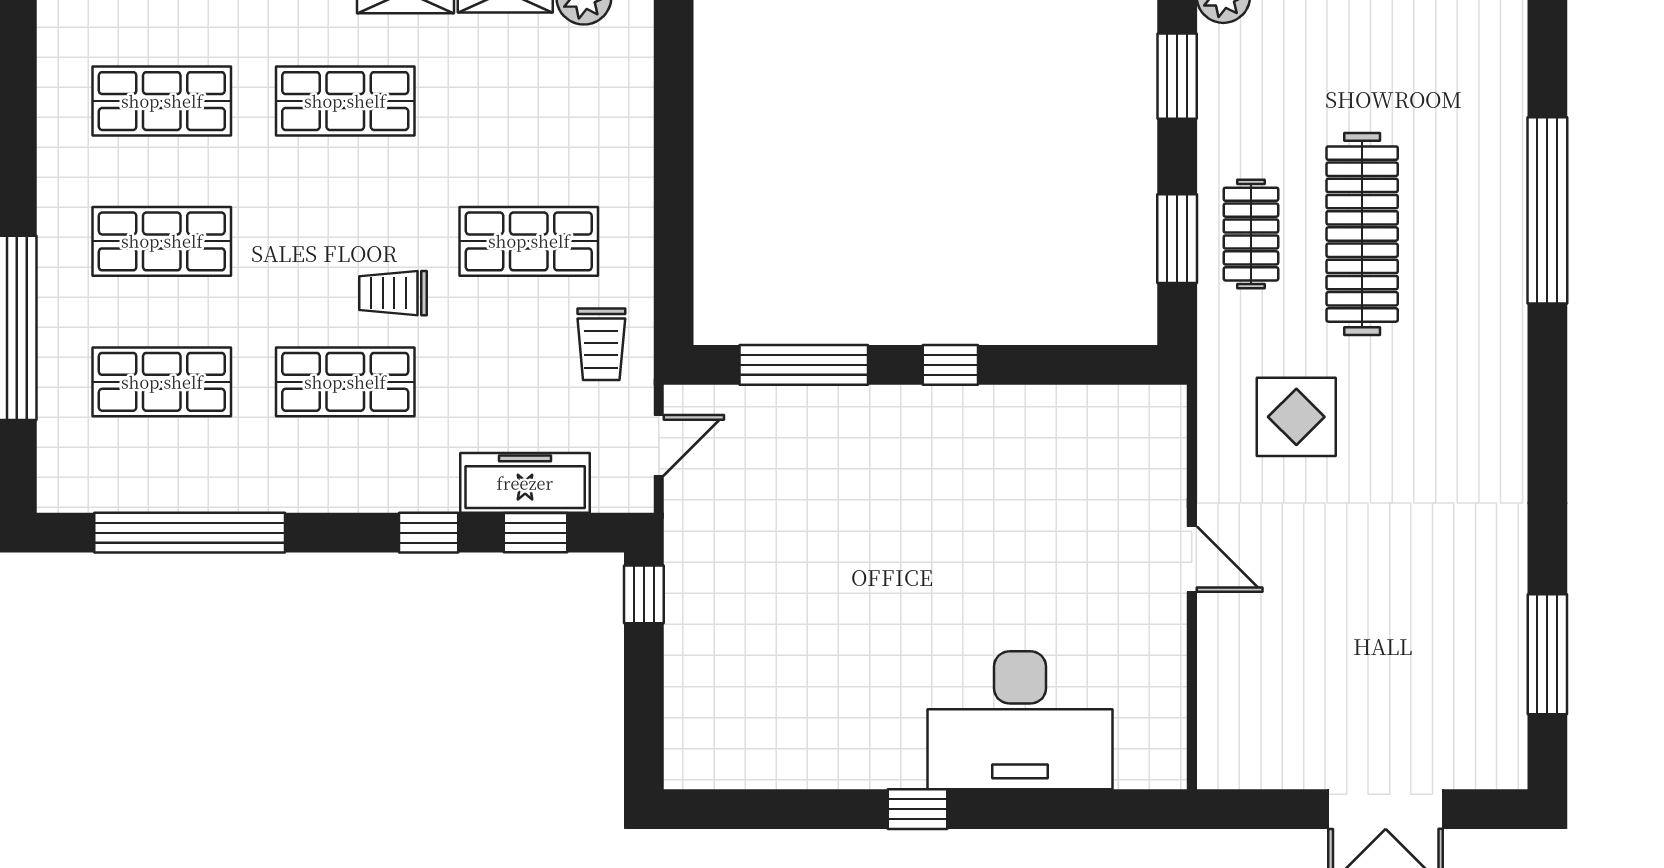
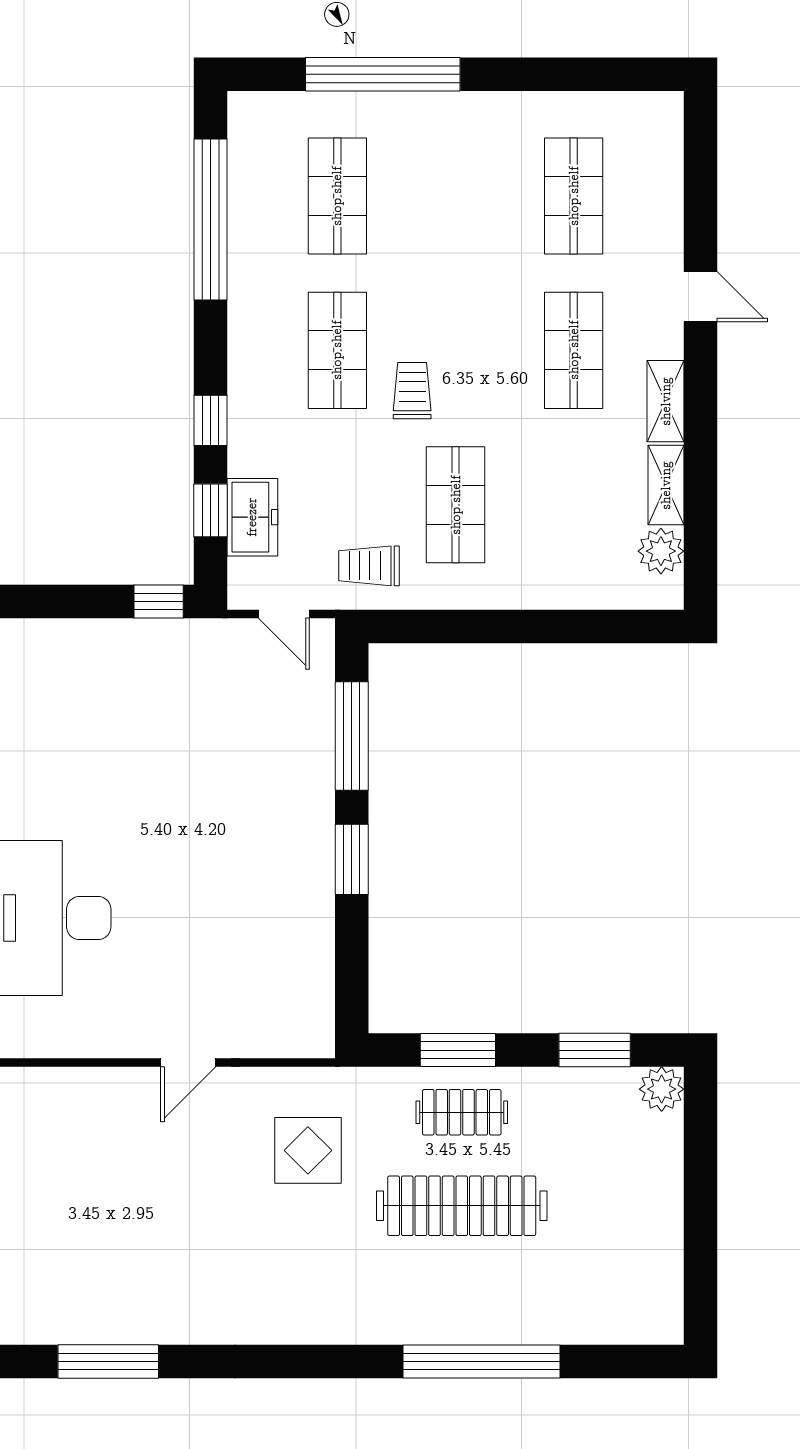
shop shelf: (162, 241) -> (456, 196), removed
window: (950, 365) -> (352, 859), width x1.50
freezer: (525, 483) -> (252, 517), width x0.71

